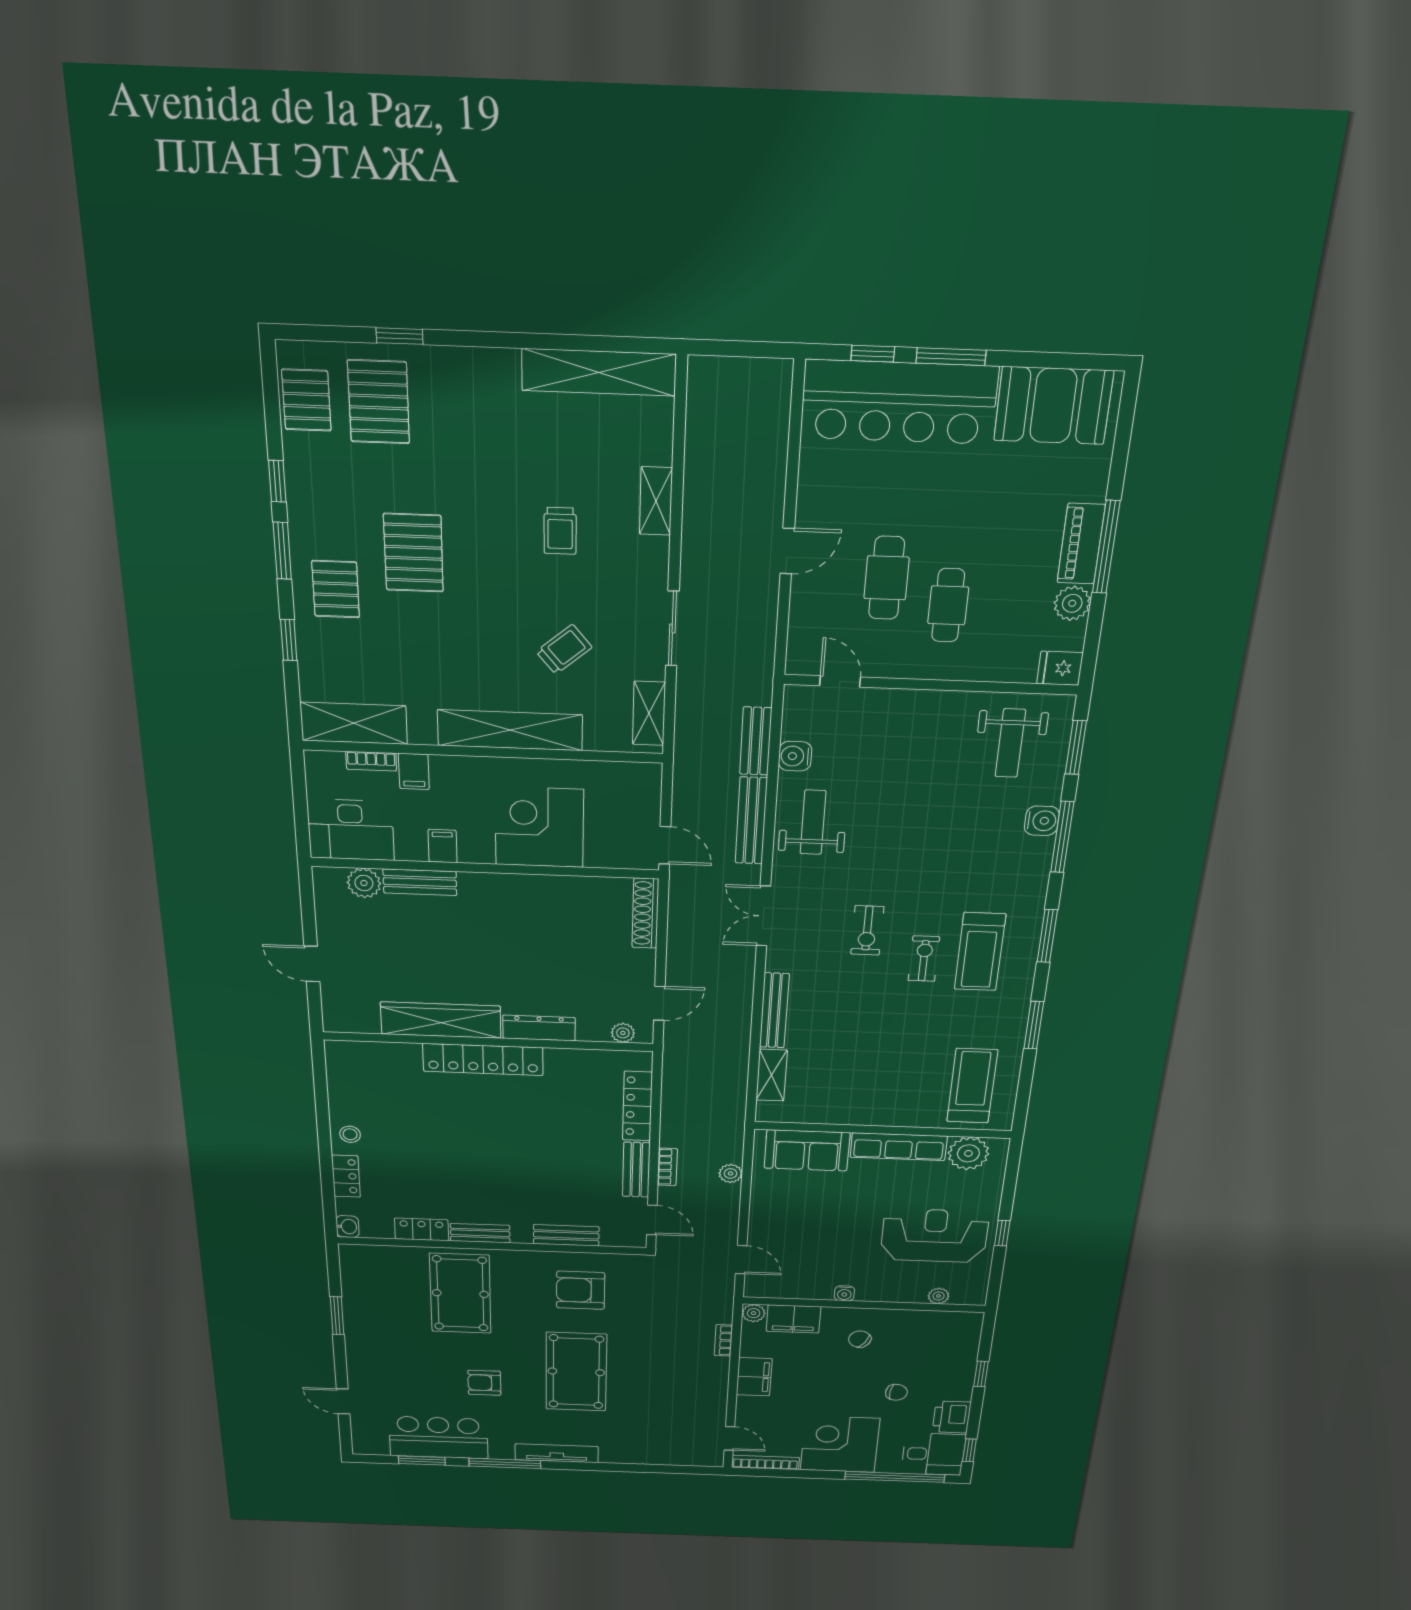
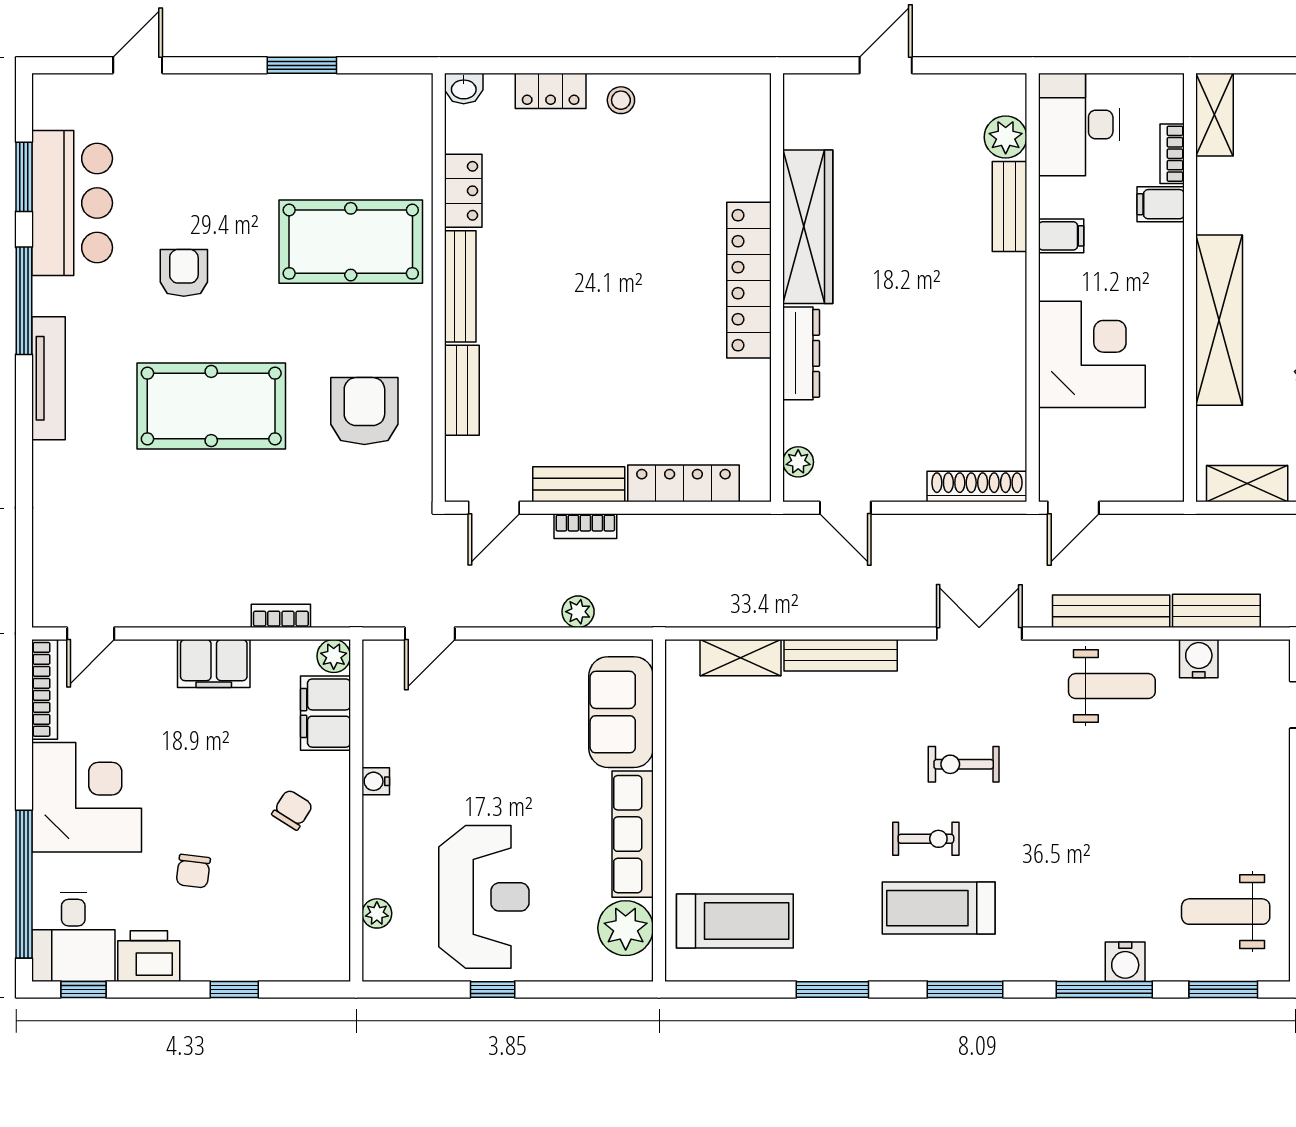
shelving: (354, 723) -> (1214, 115), width x0.67, depth x0.75
bench: (480, 1233) -> (460, 286), width x1.36

